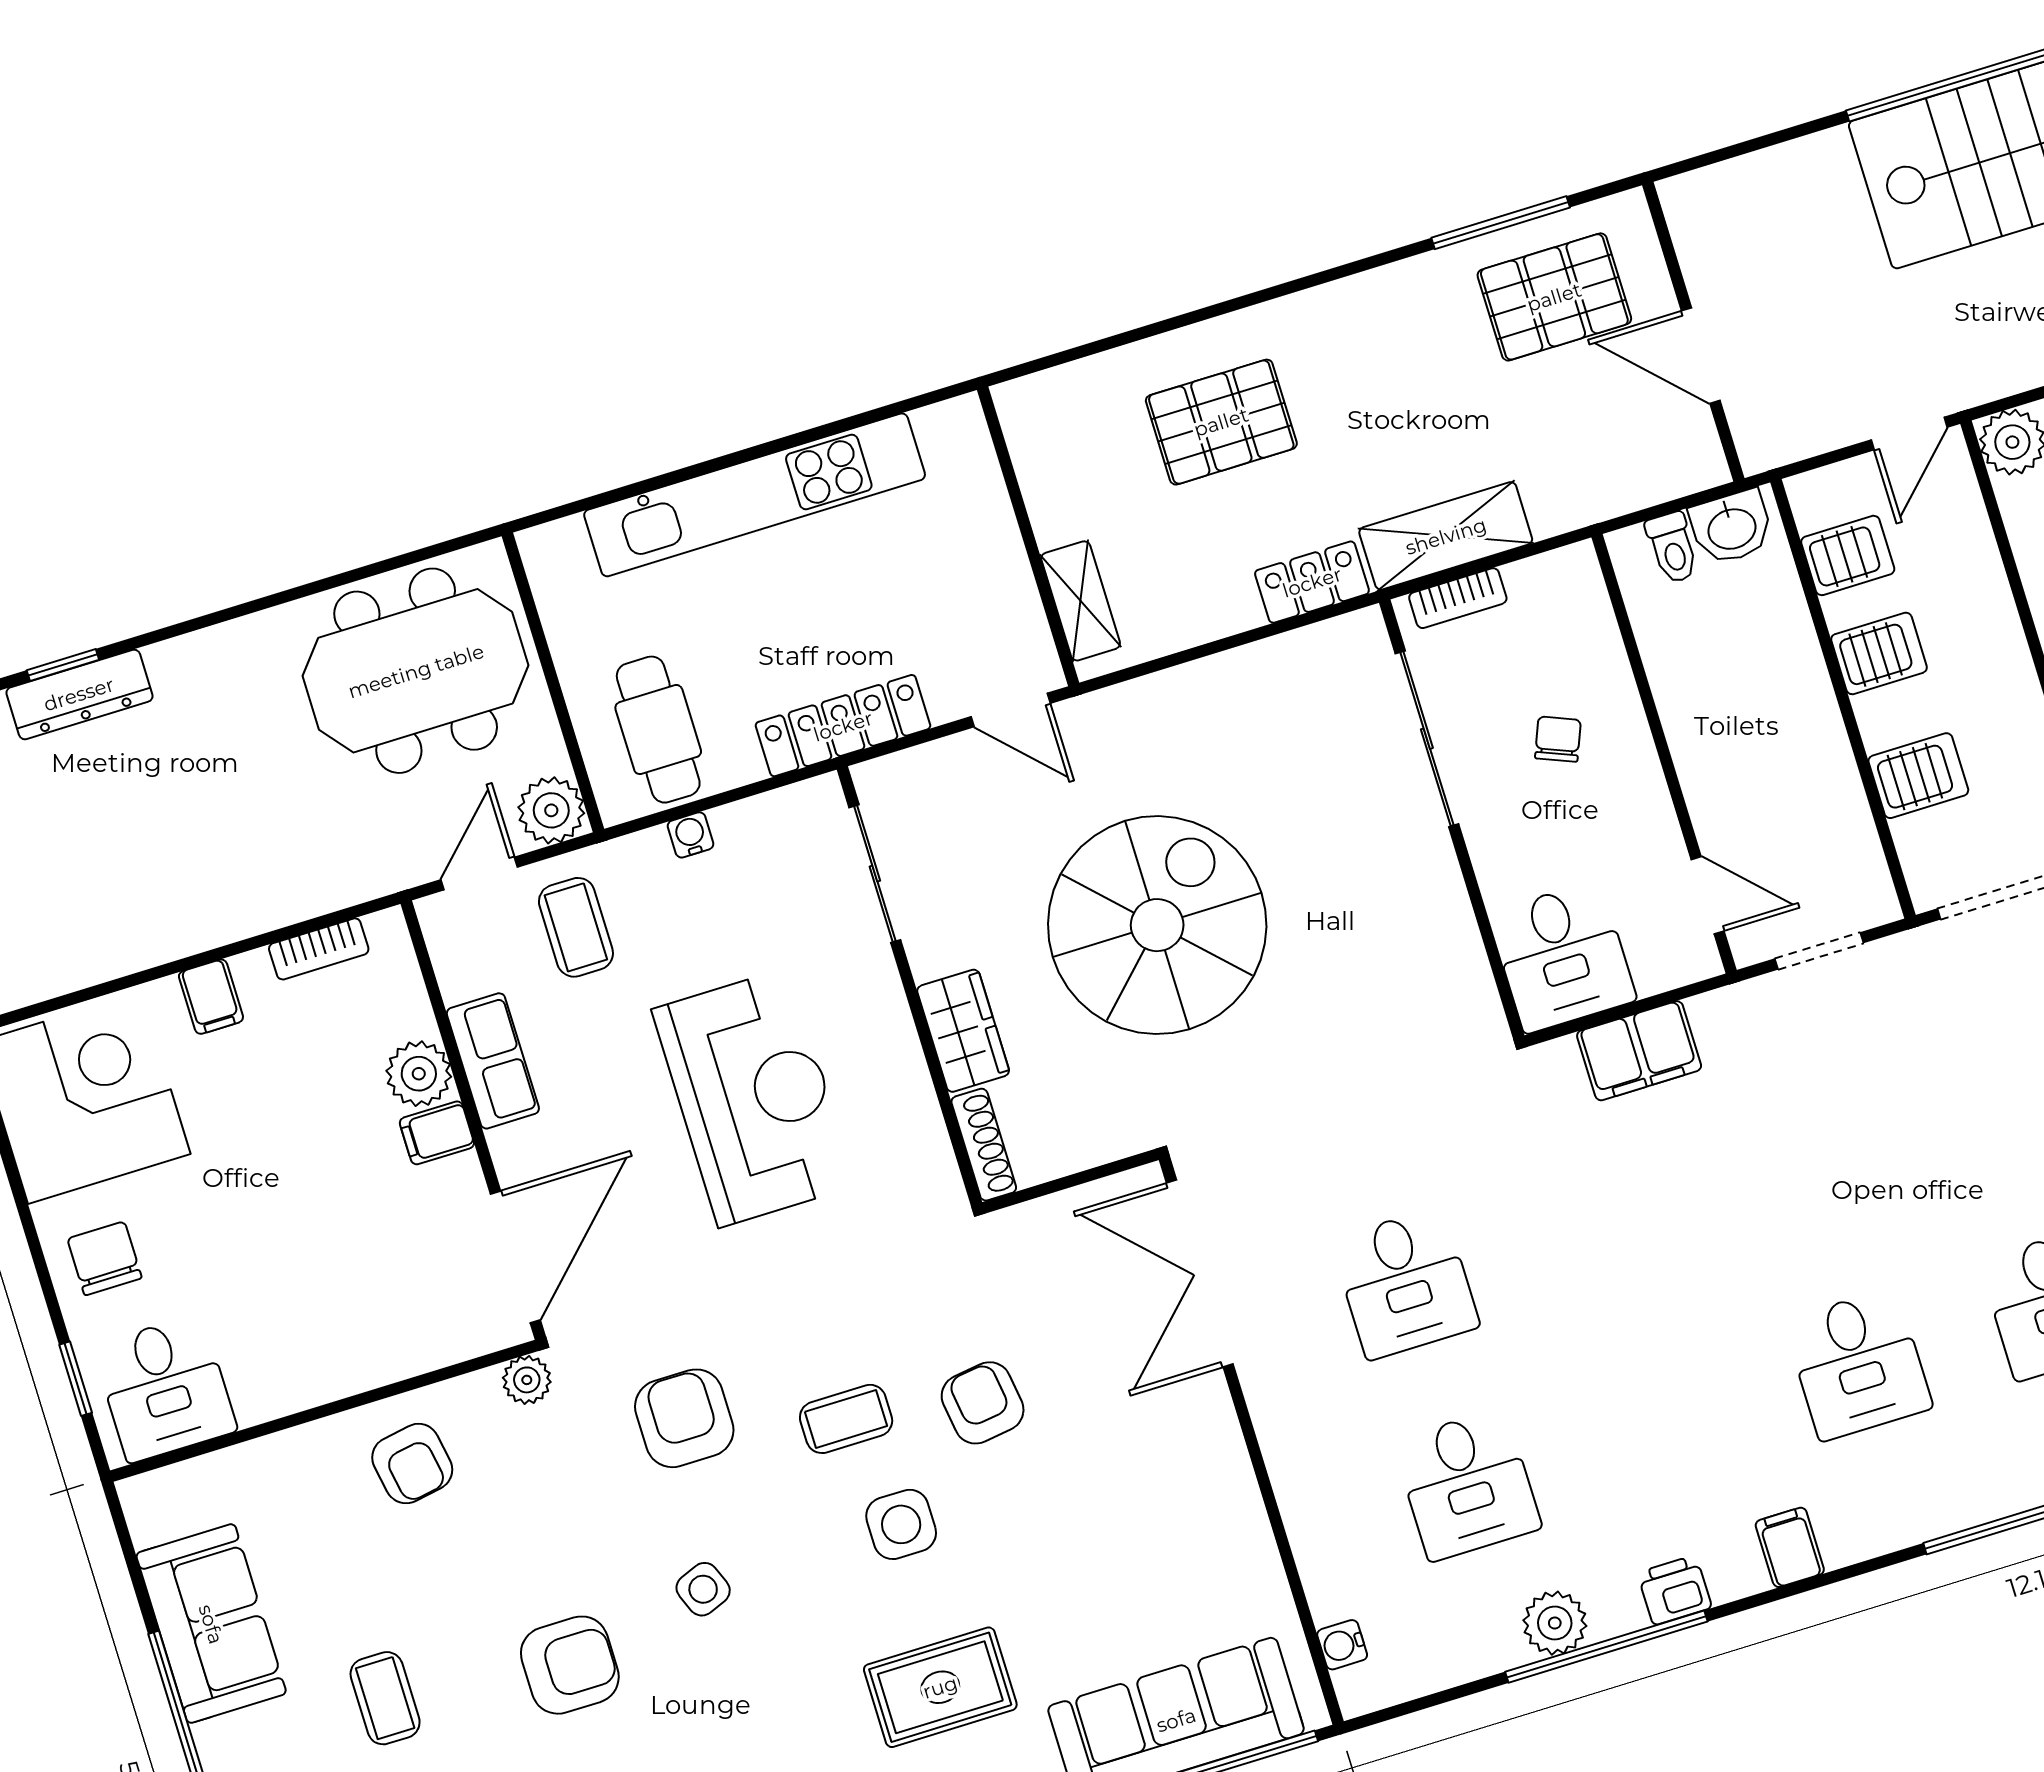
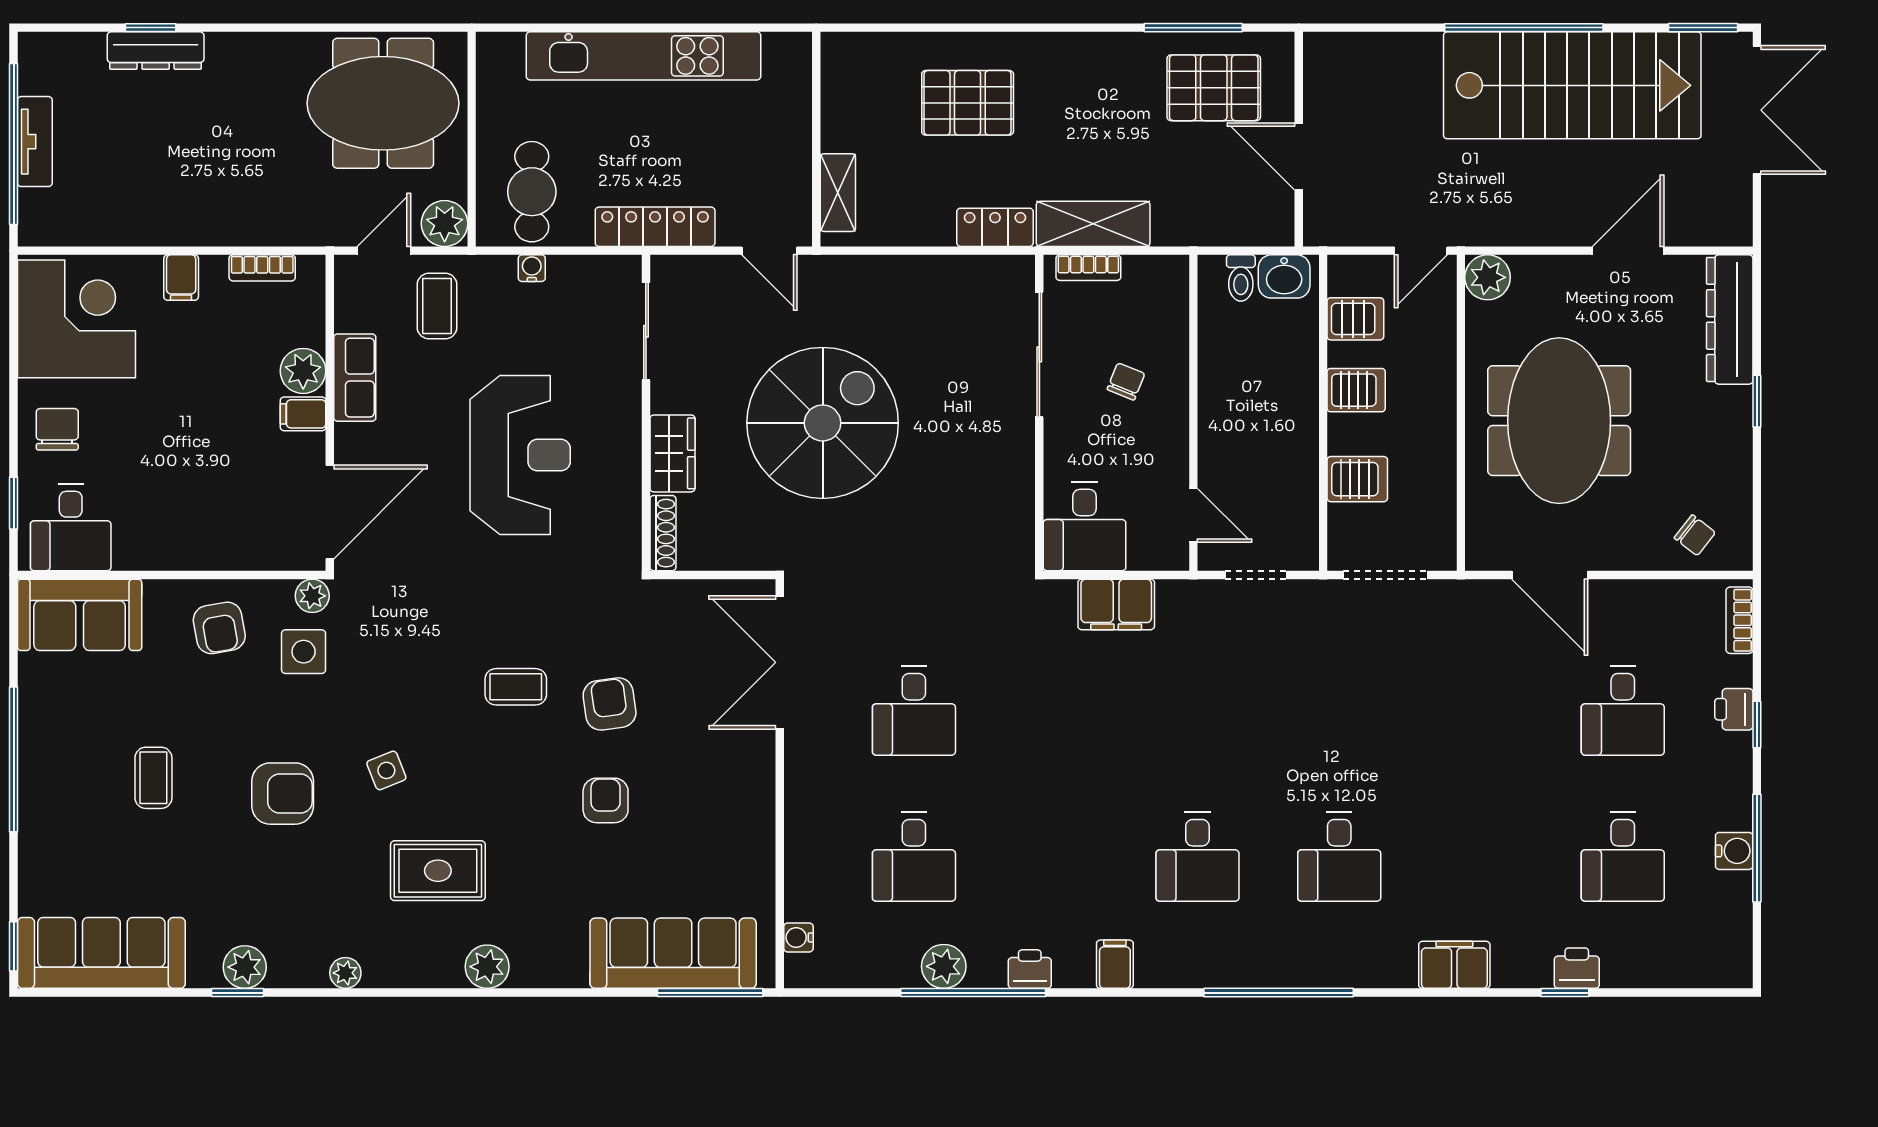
armchair: (684, 1418) -> (606, 800), moved, width x0.72, depth x0.72
side table: (901, 1524) -> (304, 652), moved
sofa: (211, 1624) -> (80, 615), moved, turned 90
rug: (940, 1687) -> (438, 871), moved

